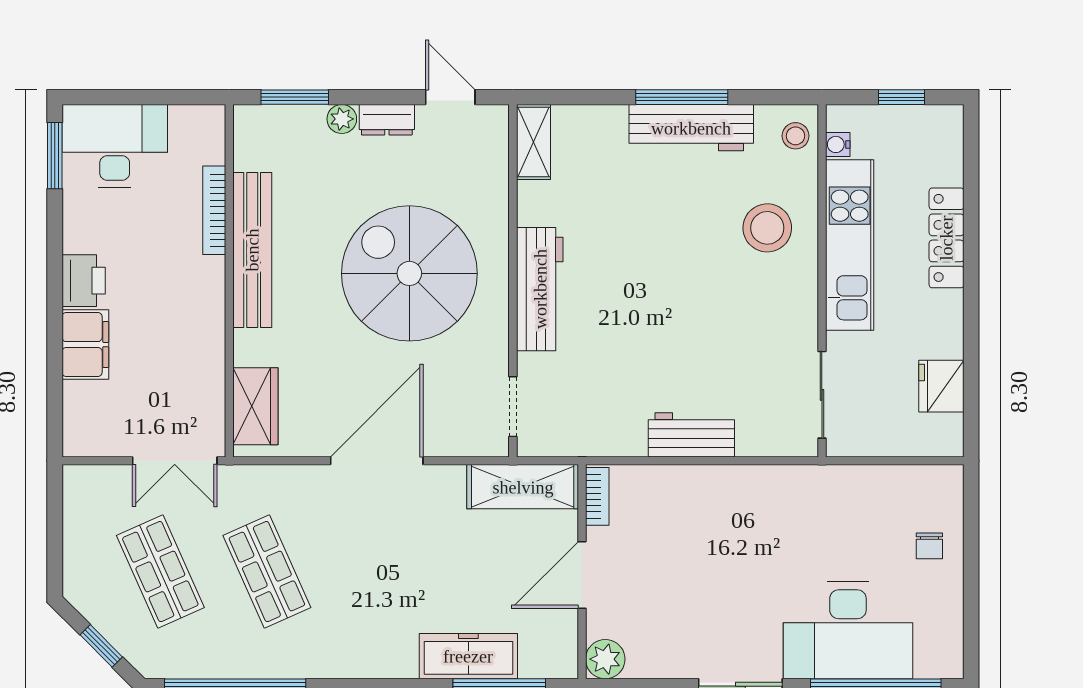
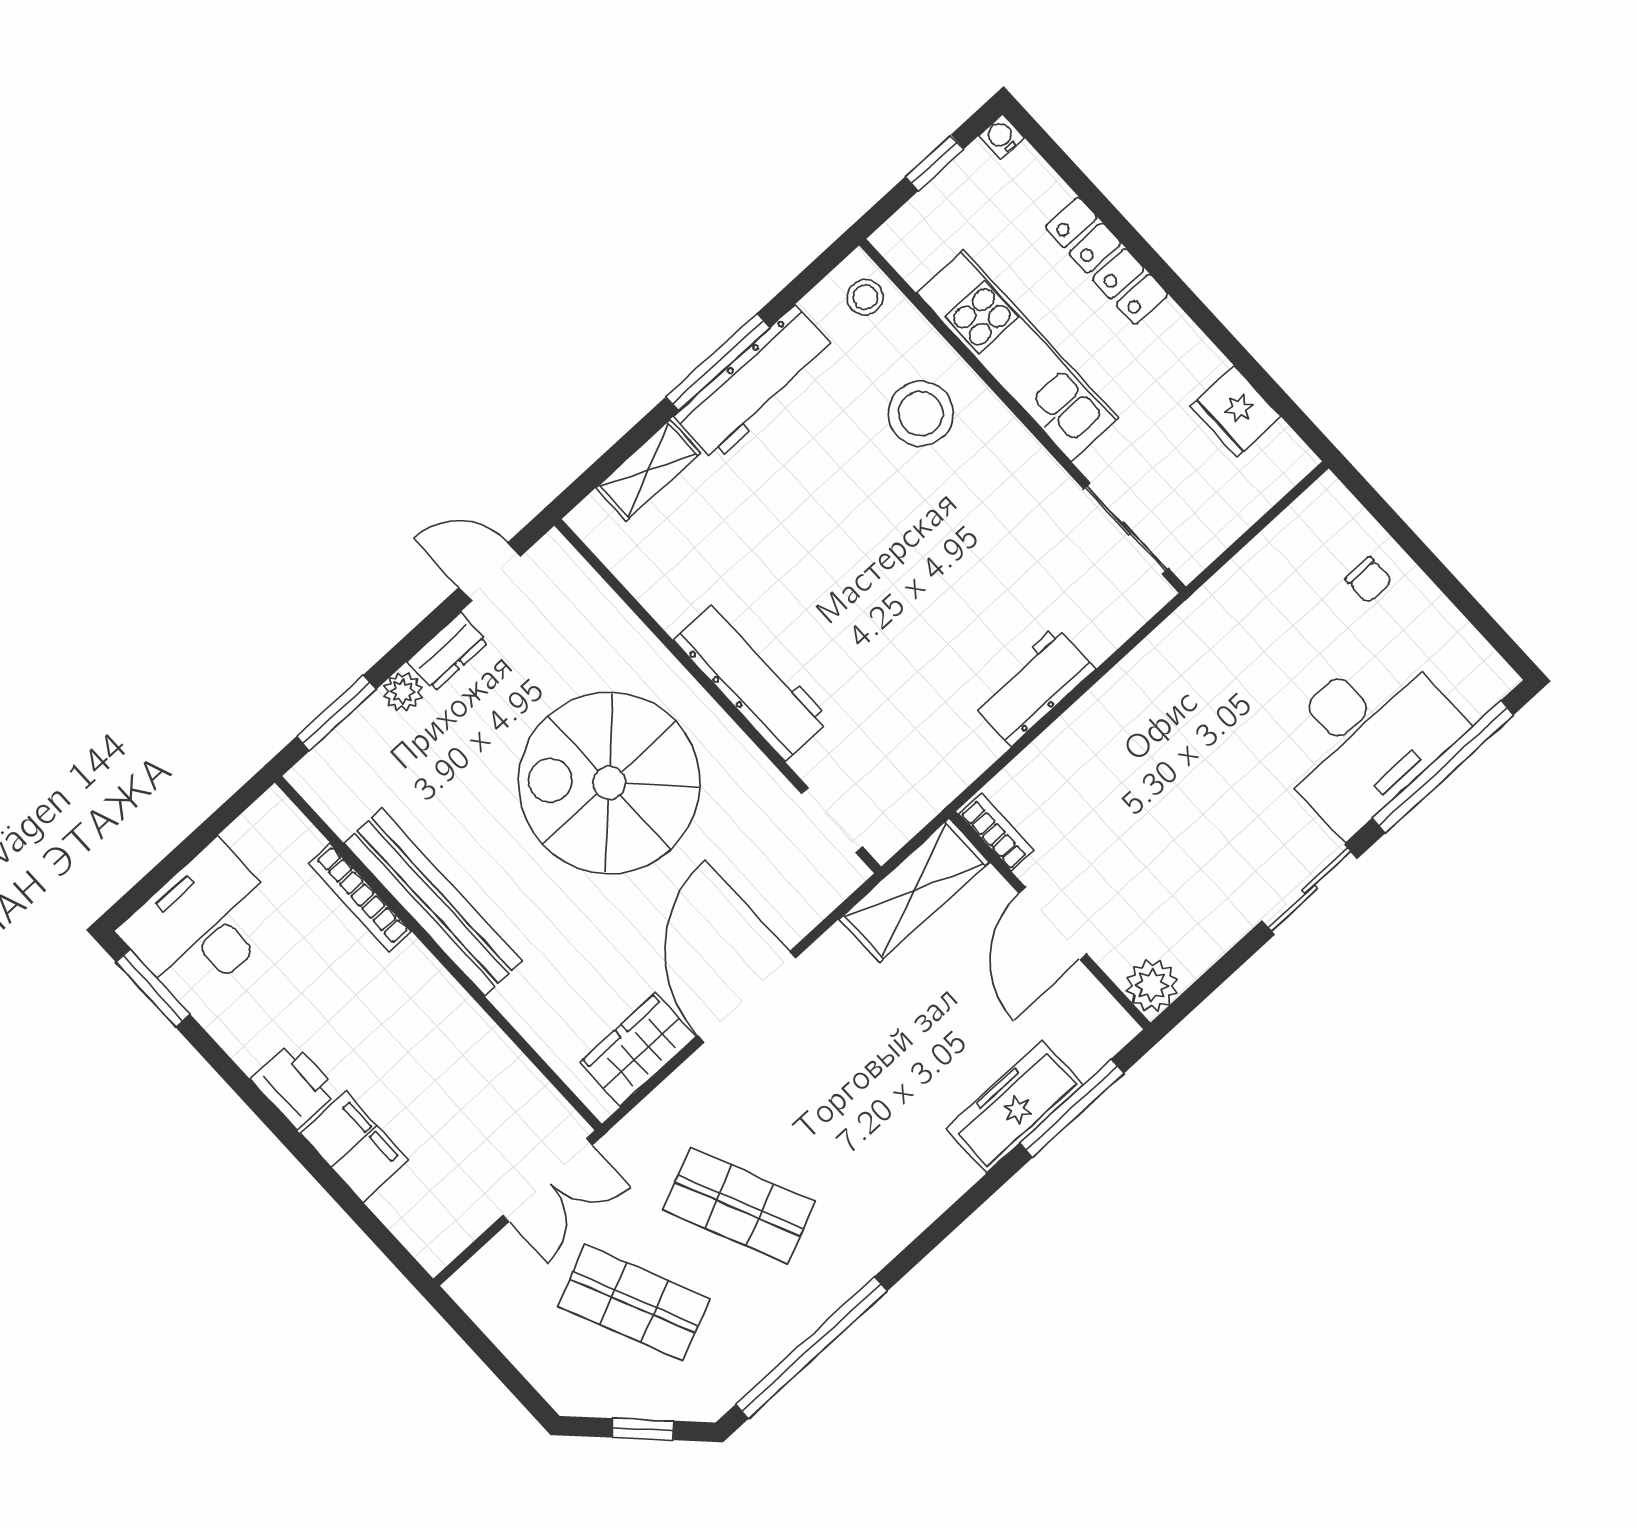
shelving: (533, 142) -> (648, 470), moved, turned 90
water cooler: (838, 144) -> (1001, 137), moved, turned 90
wardrobe: (255, 406) -> (638, 1049), moved, turned -90

